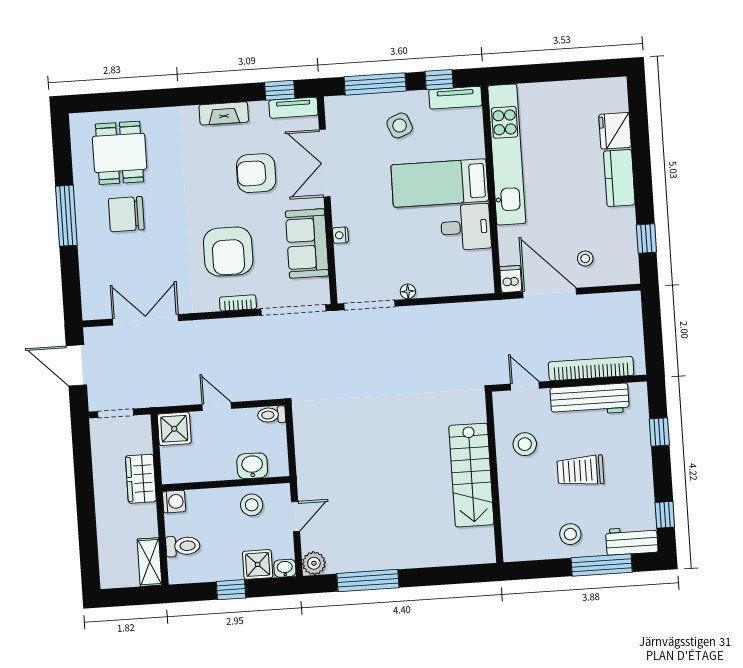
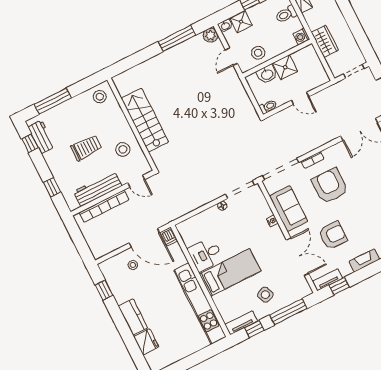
shower: (174, 429) -> (285, 67), moved
stool: (570, 534) -> (100, 97), moved
workbench: (632, 541) -> (41, 137), moved, turned -90

